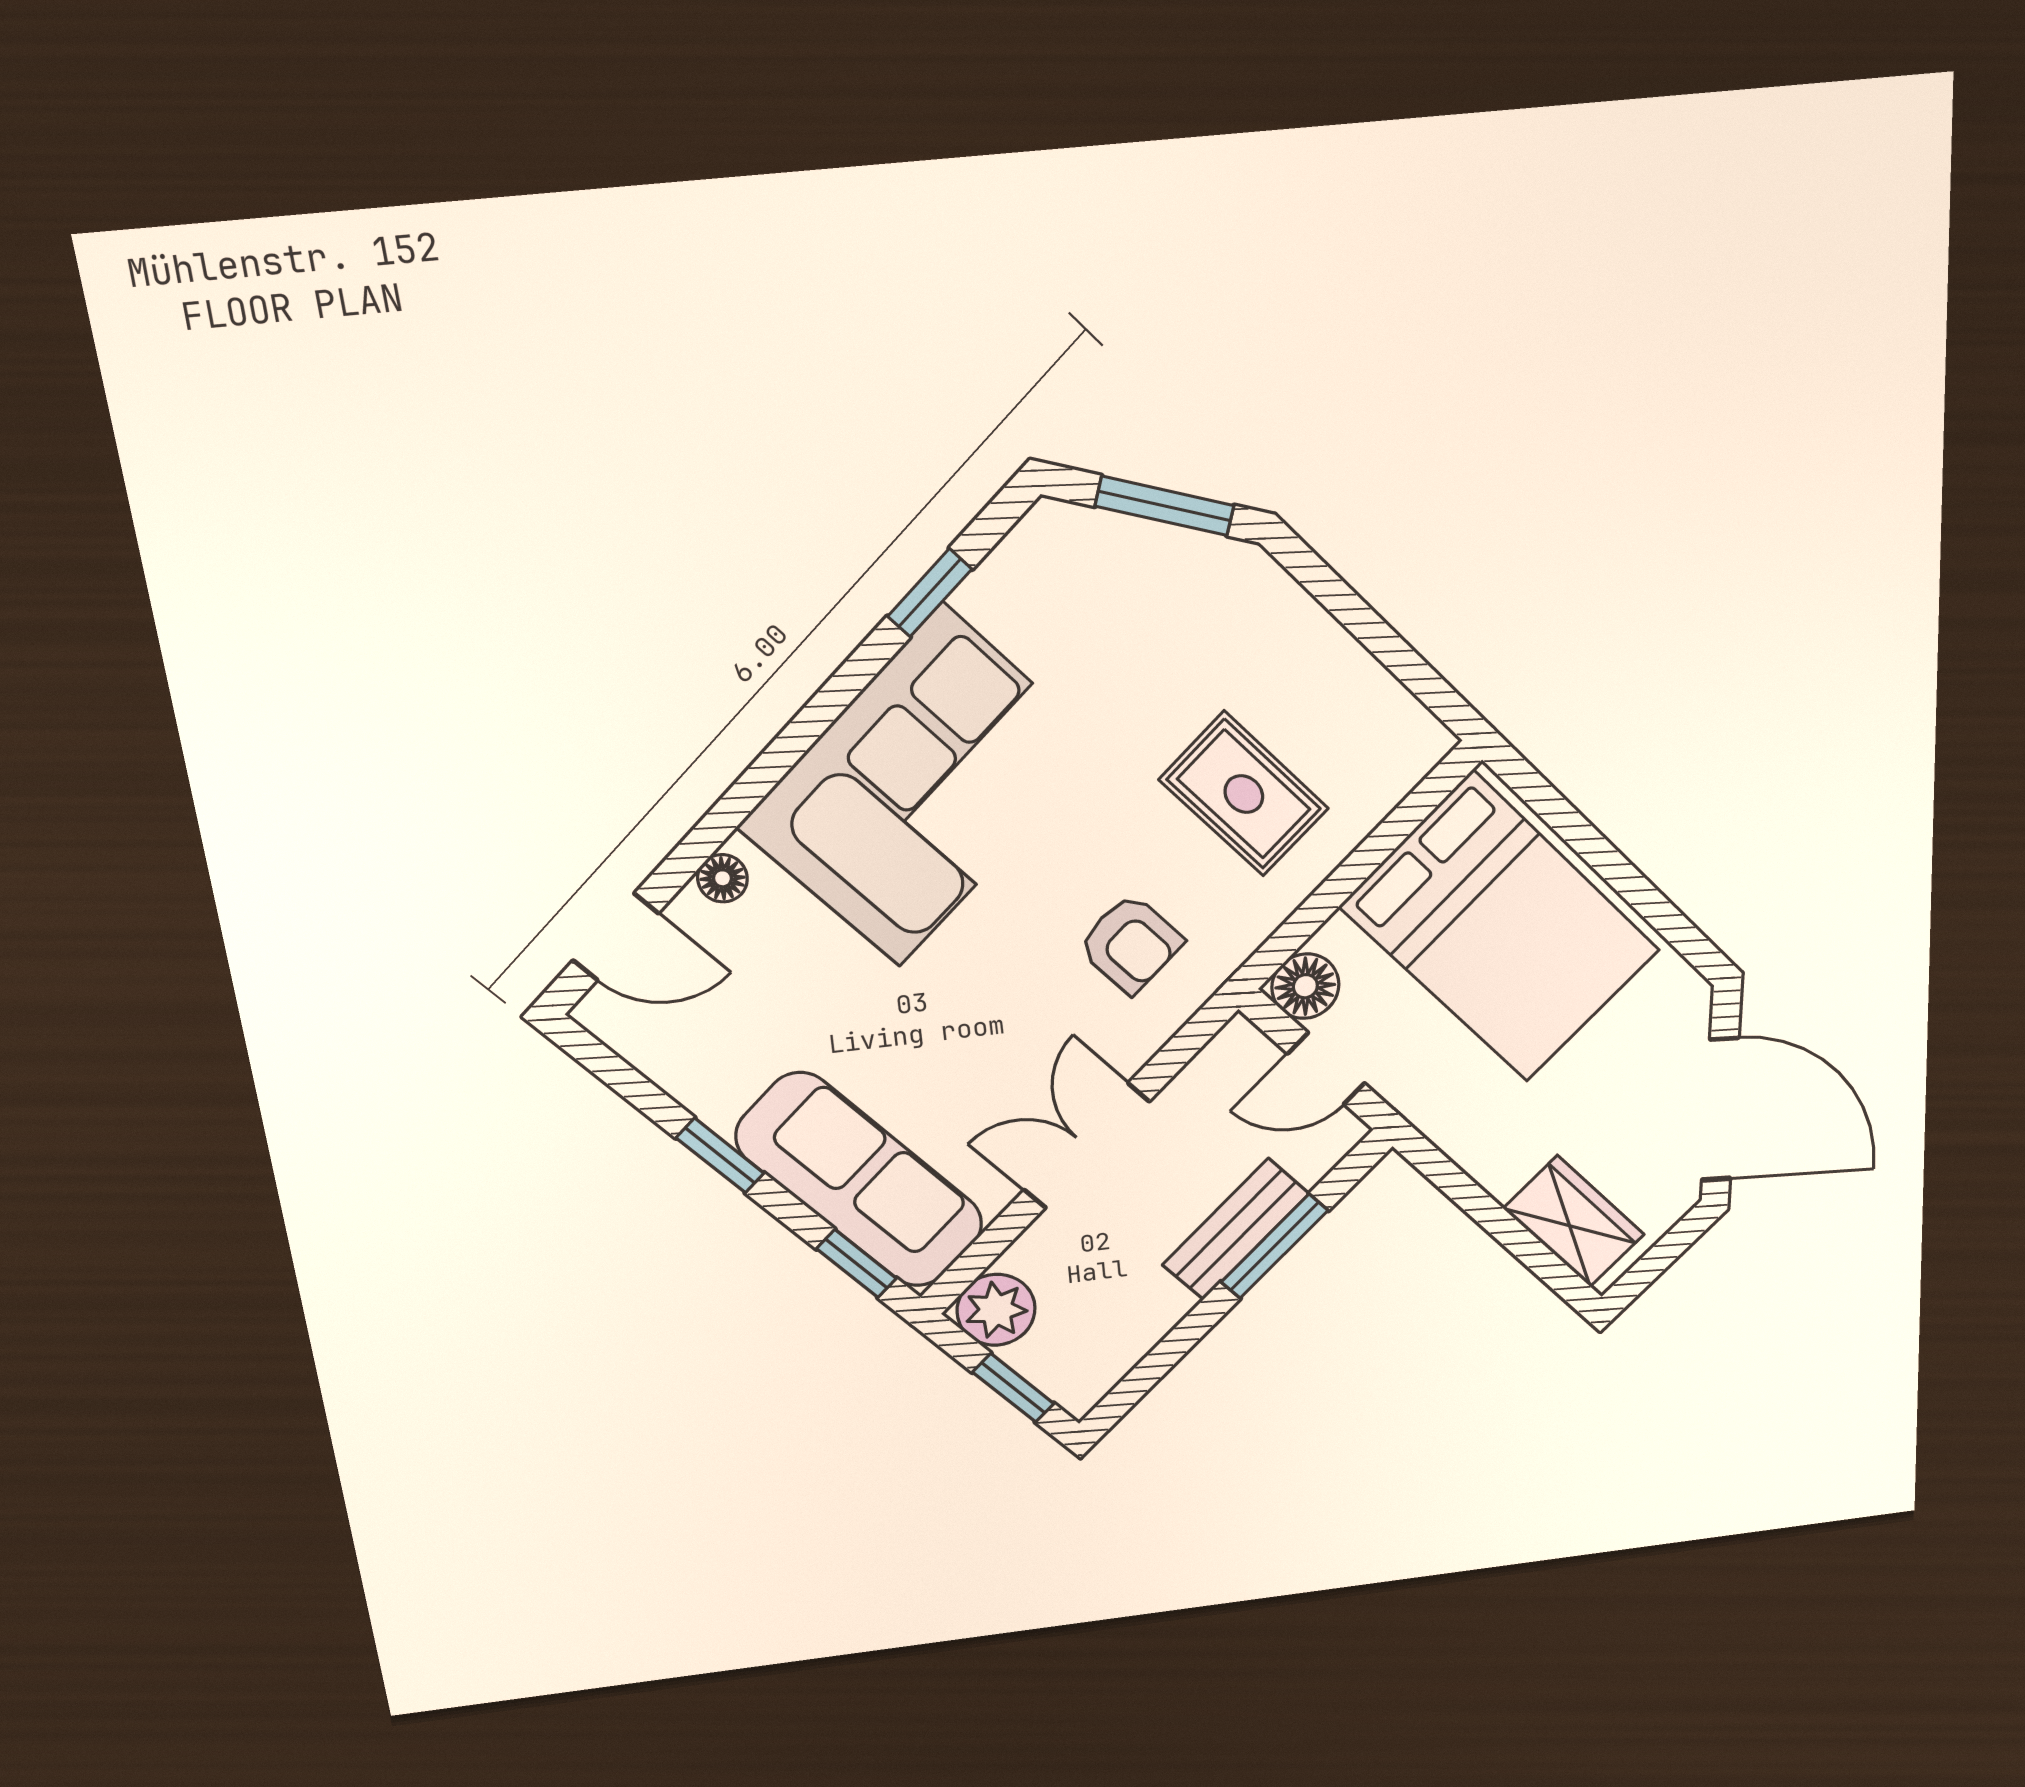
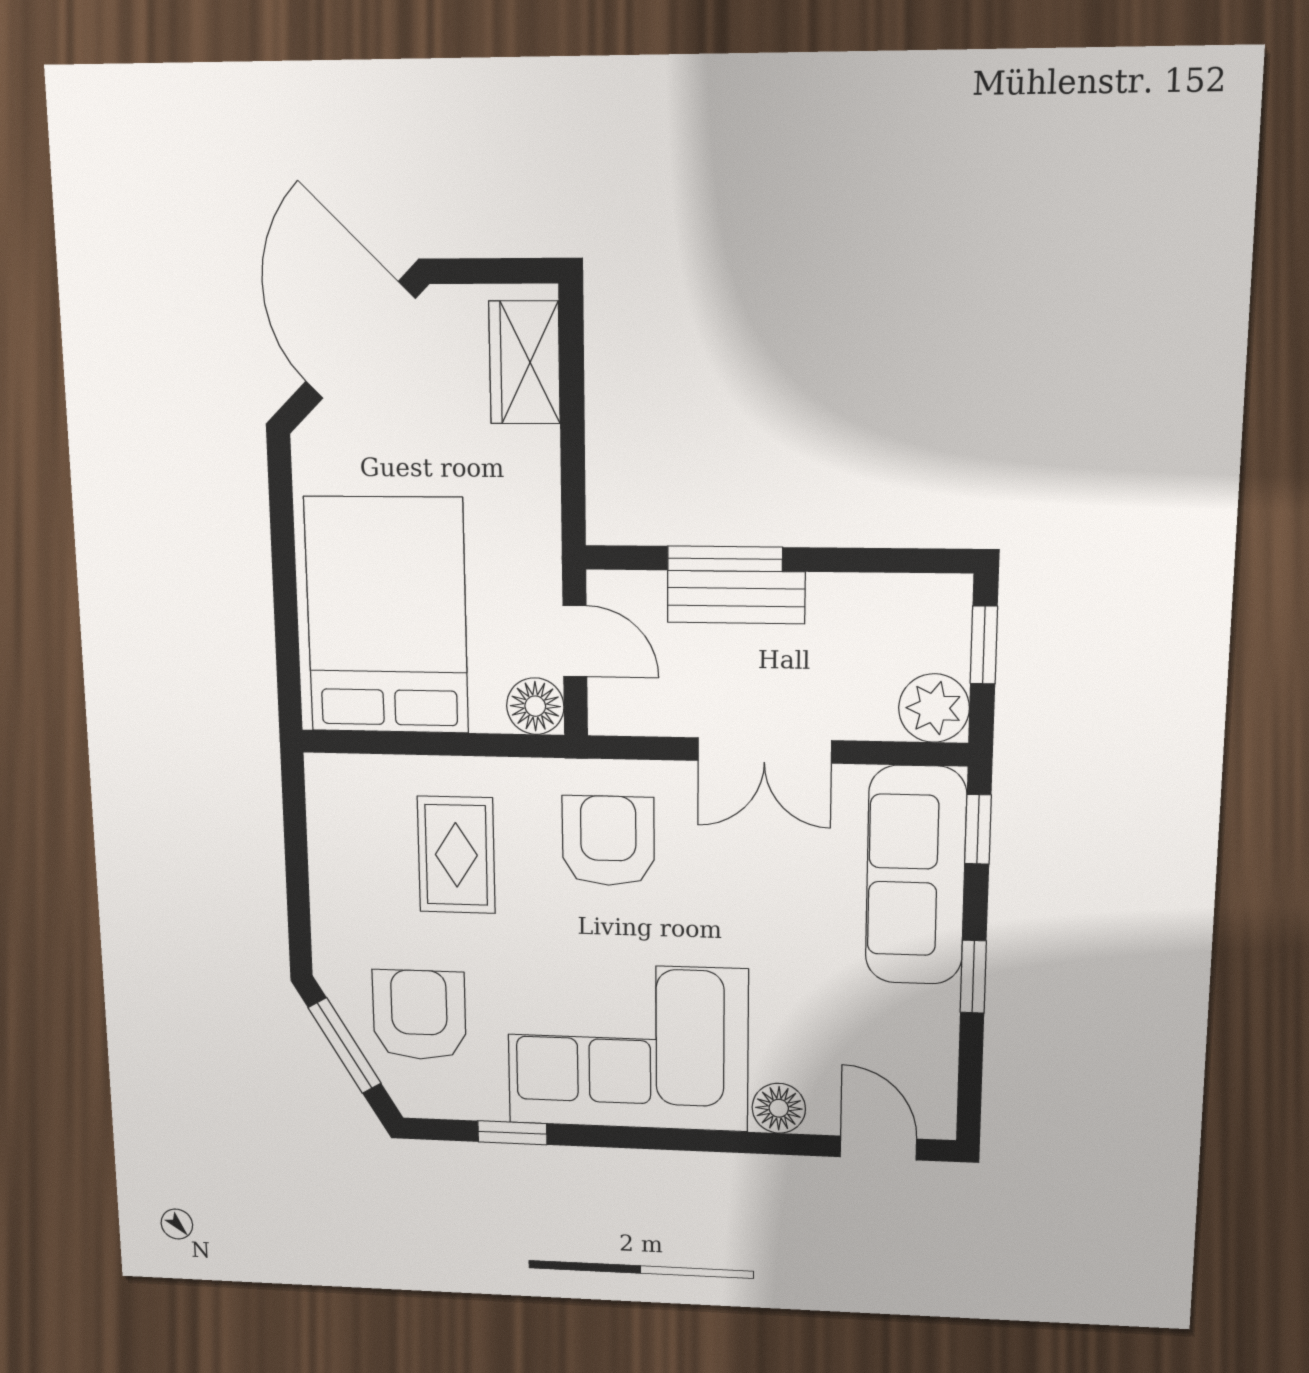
armchair: (1128, 612) -> (419, 1015), added
floor lamp: (722, 878) -> (779, 1108), width x1.37, depth x1.37
armchair: (1130, 944) -> (608, 841), width x1.38, depth x1.38

